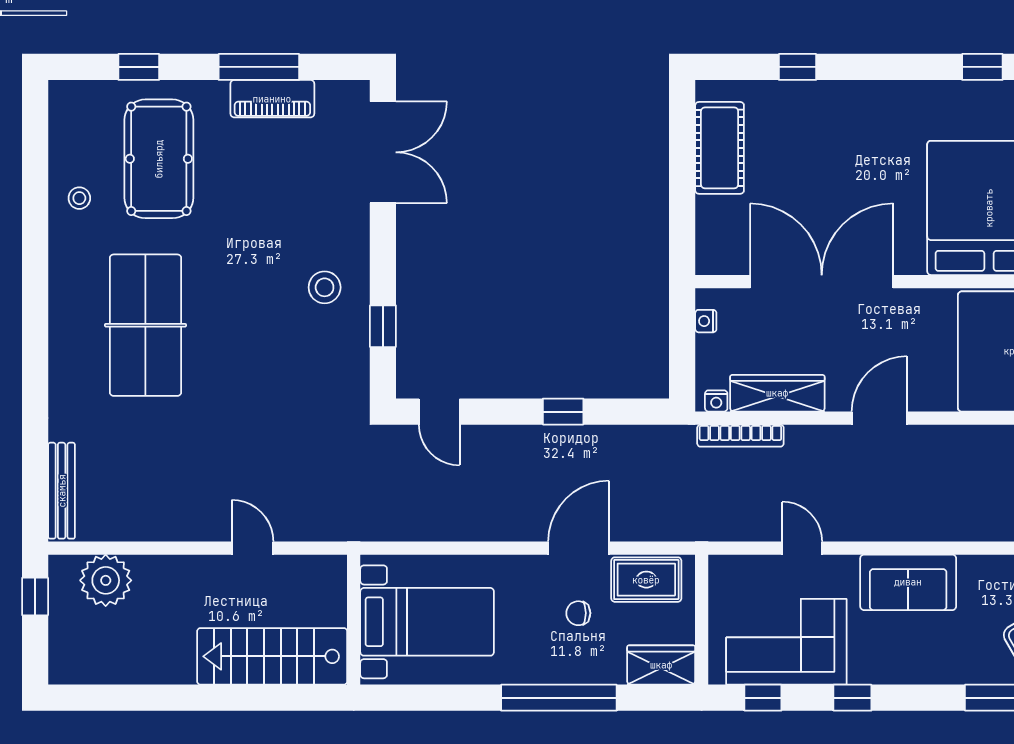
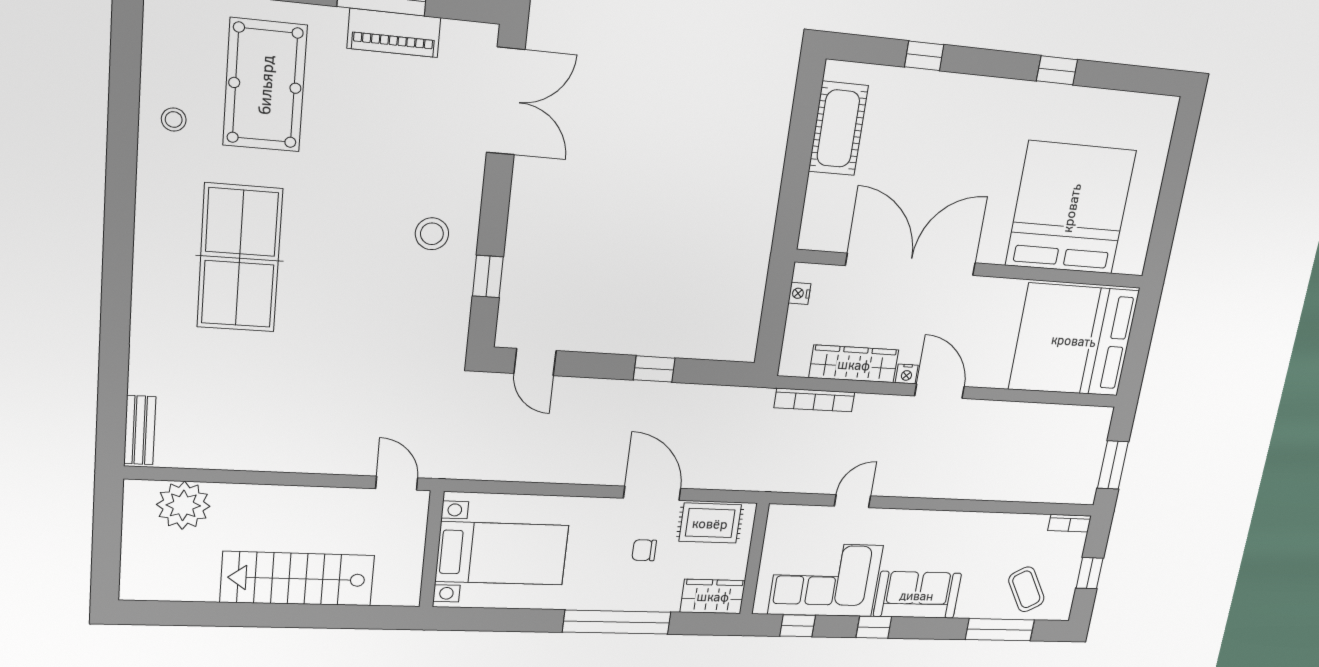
window: (982, 67) -> (1057, 70), moved
nightstand: (716, 401) -> (907, 374), moved
door: (879, 418) -> (940, 391), hinge flipped
bench: (62, 491) -> (140, 430), width x0.73
door: (253, 548) -> (397, 483), moved
door: (579, 548) -> (652, 493), hinge flipped
door: (802, 548) -> (853, 501), hinge flipped
sofa: (908, 582) -> (917, 595), moved, turned 180
window: (35, 596) -> (108, 518), removed
stairs: (272, 656) -> (297, 579), moved

